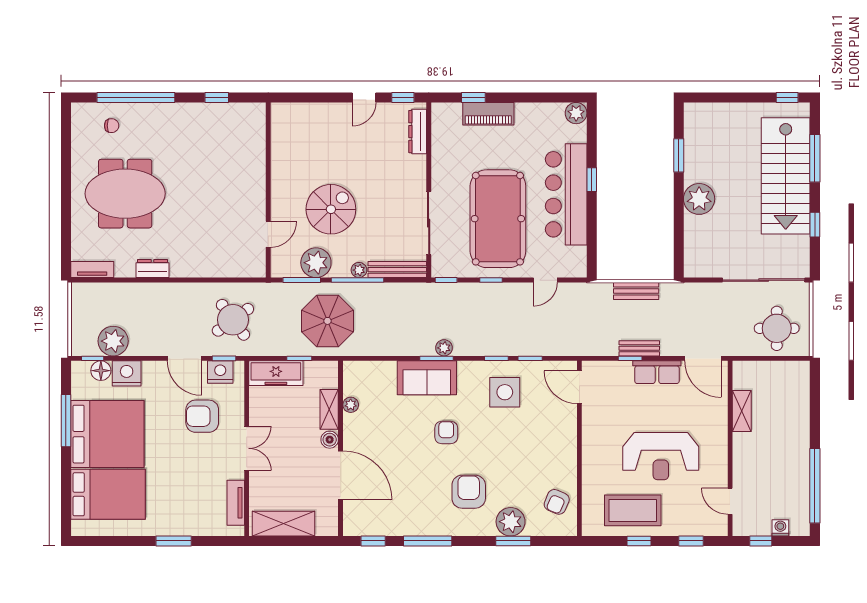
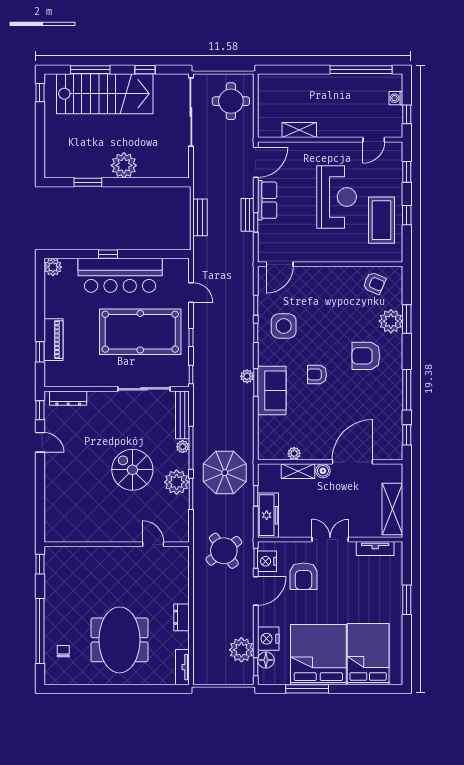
wall: (268, 190) -> (117, 544), moved
door: (268, 234) -> (153, 544), moved

